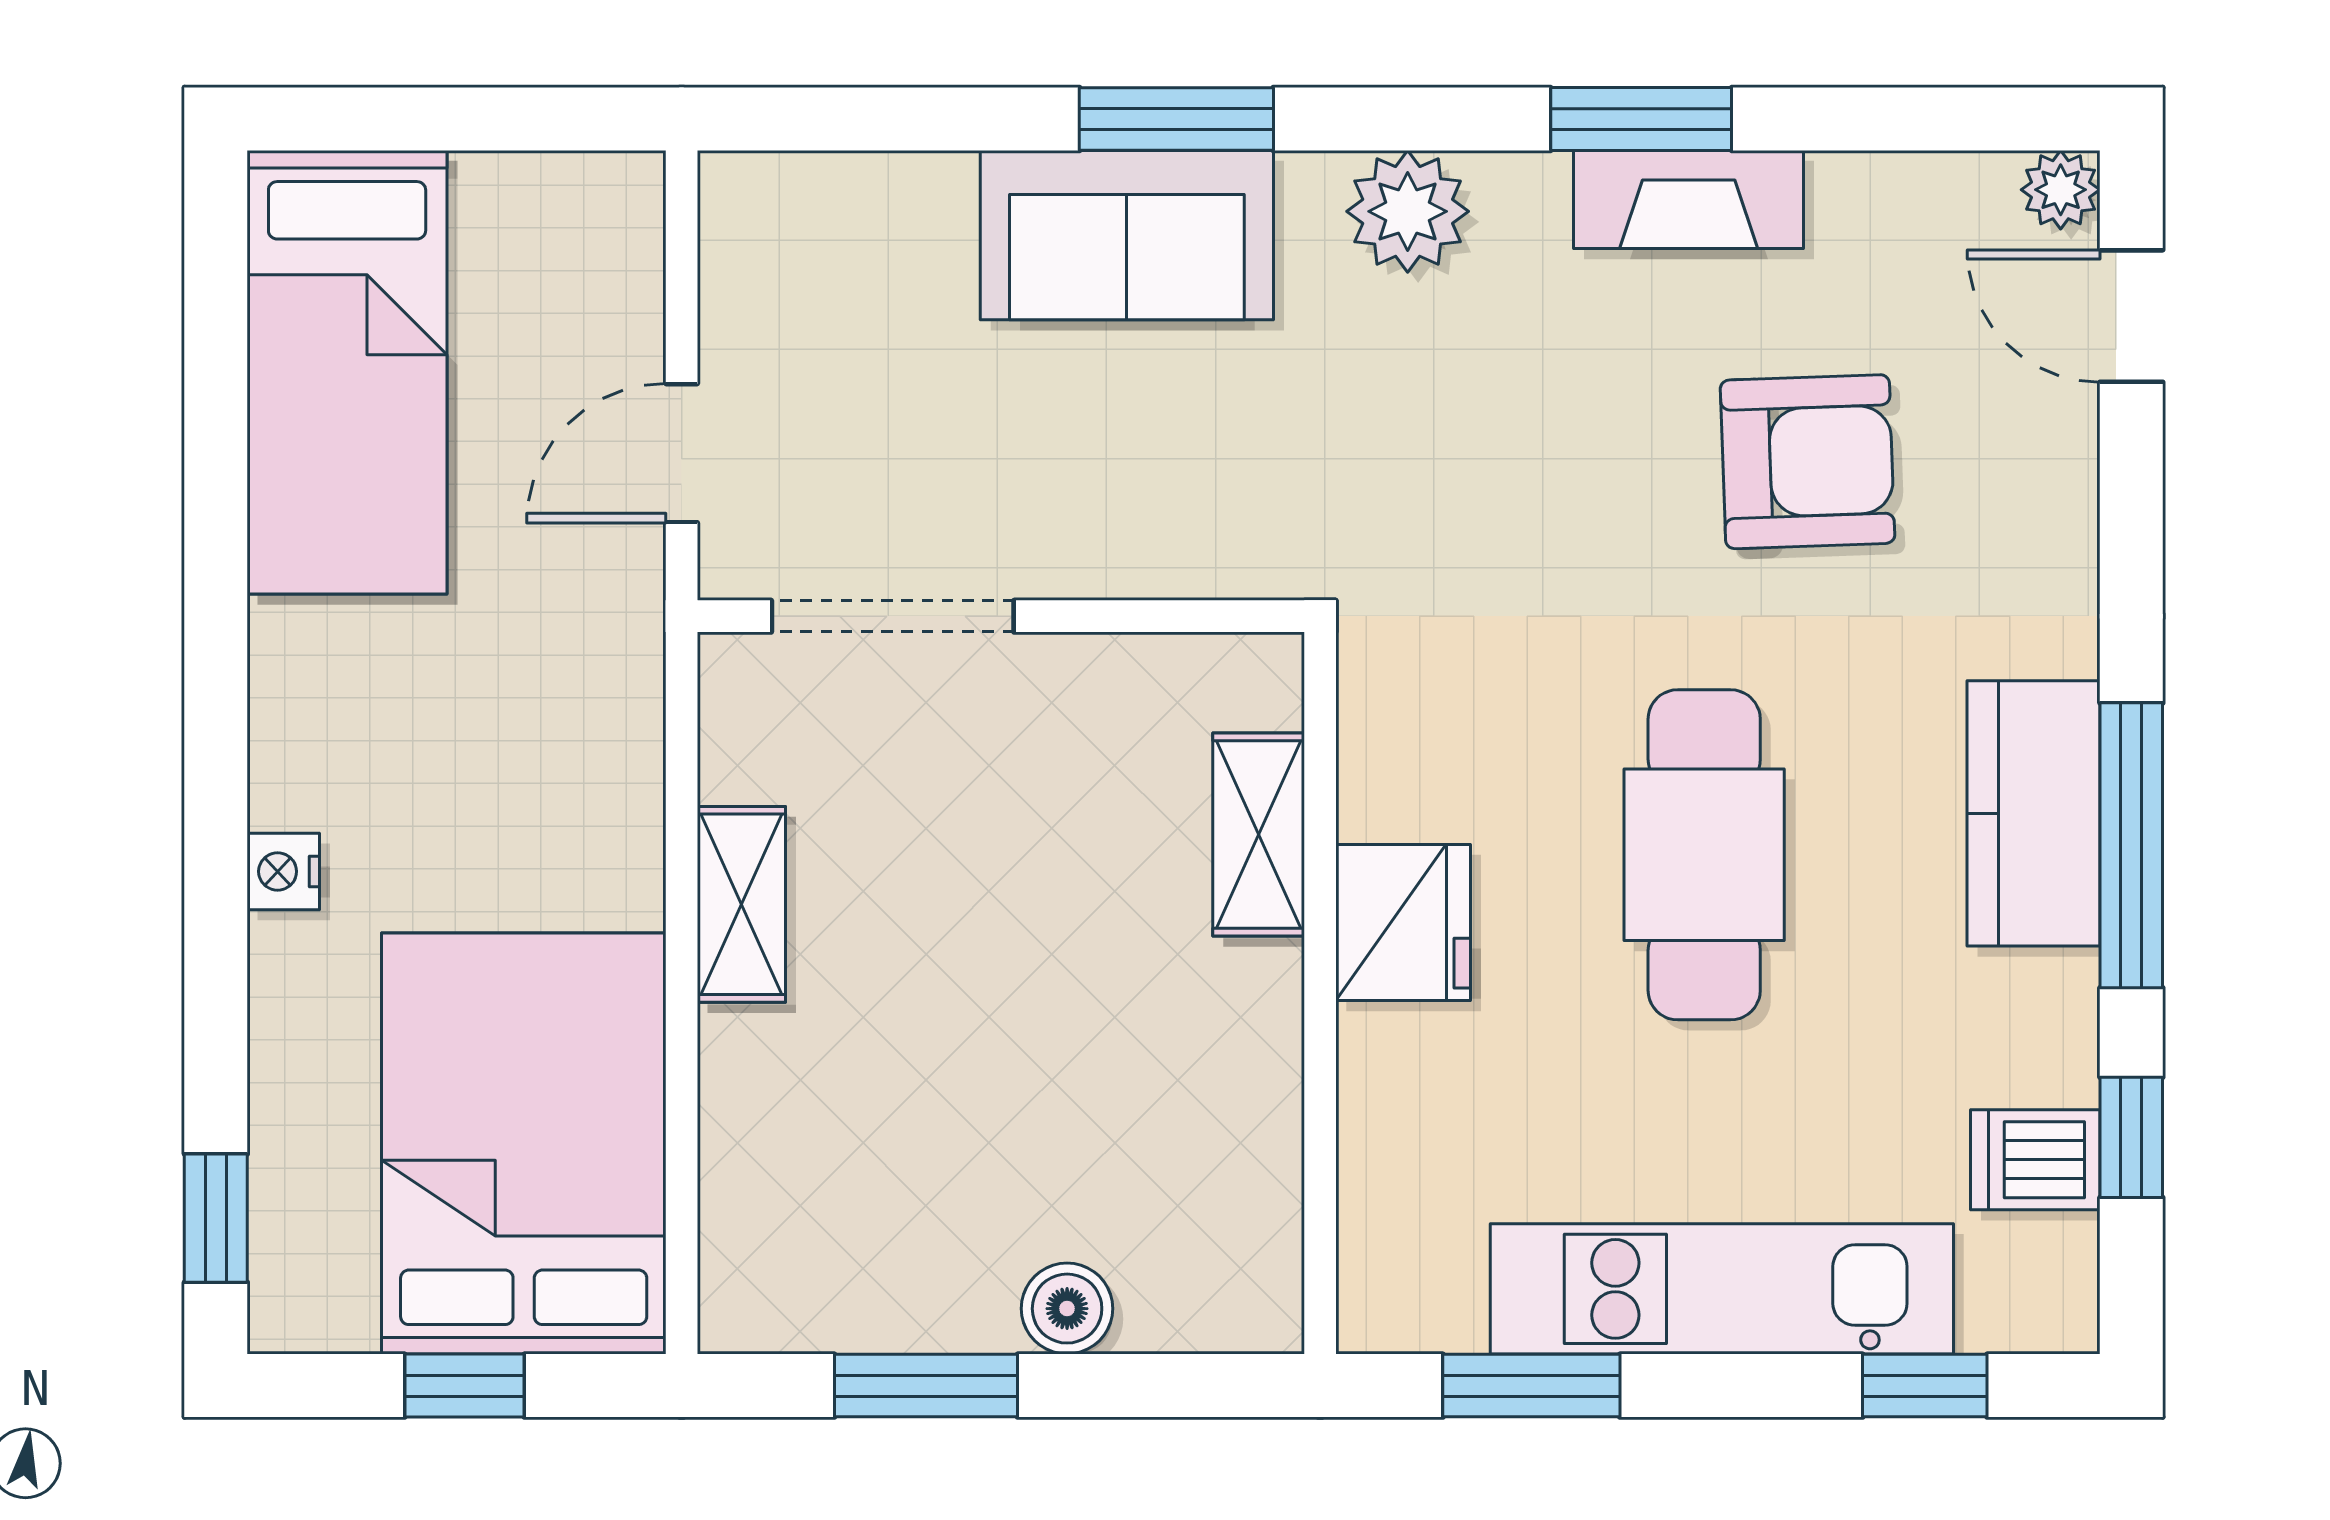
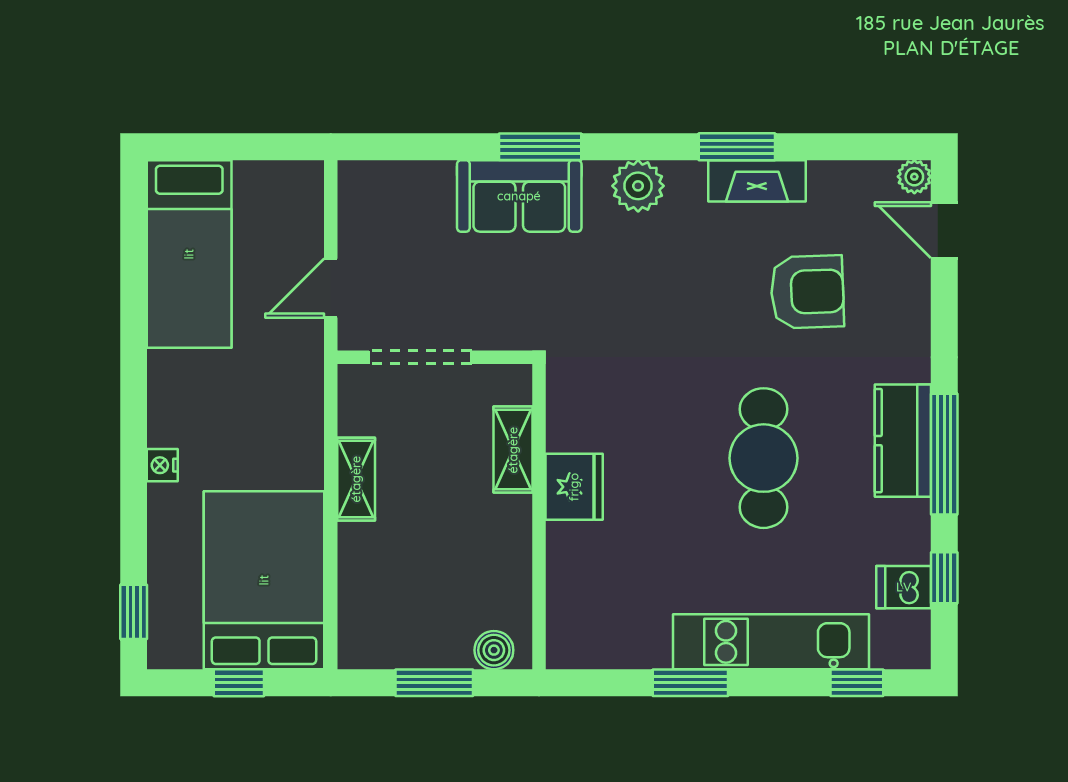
shelving: (1259, 835) -> (513, 450), moved
fridge: (1403, 922) -> (574, 487), moved
wall: (1320, 993) -> (539, 517), moved

